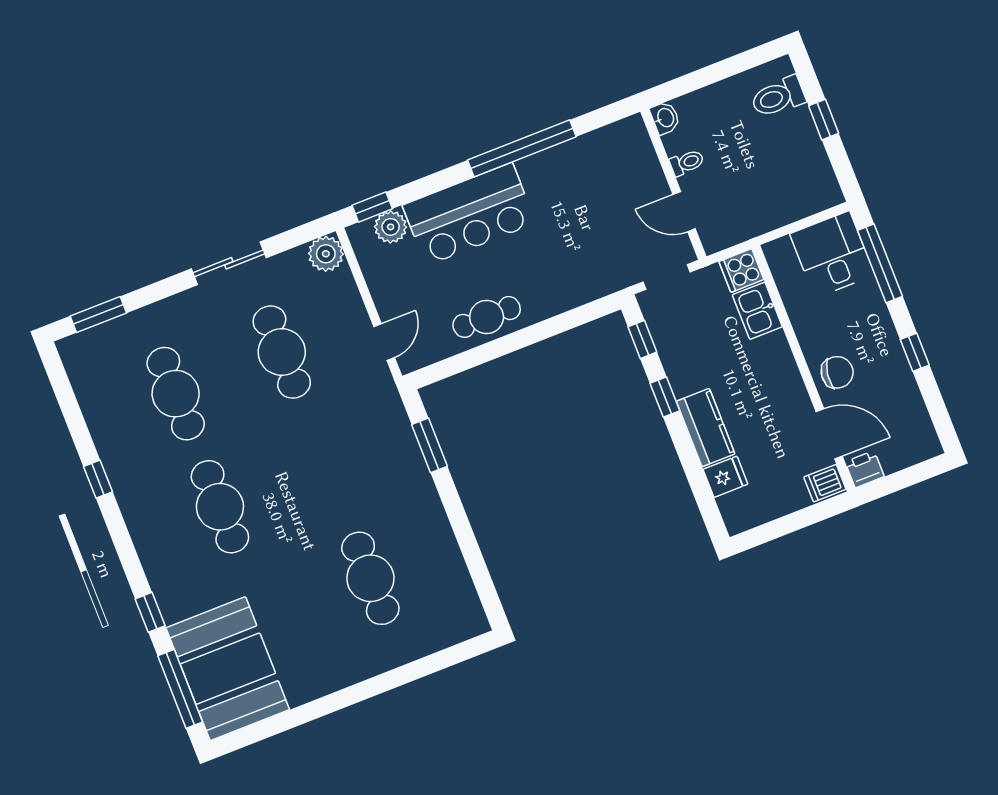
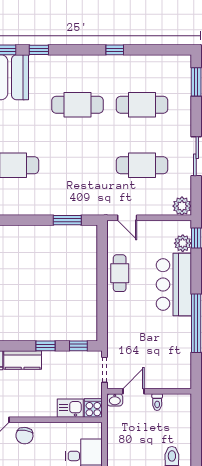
washbasin: (665, 118) -> (115, 400), moved

